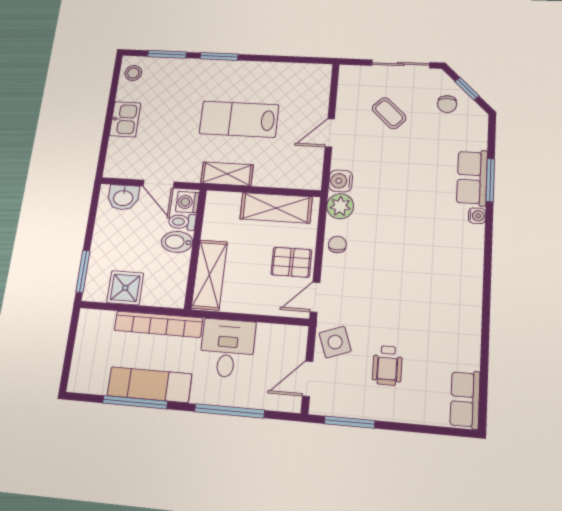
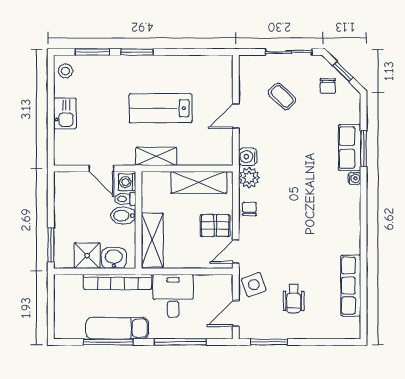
washbasin: (123, 197) -> (114, 258), moved, turned 180
row of seats: (465, 399) -> (351, 285), moved, width x1.48

